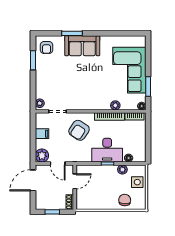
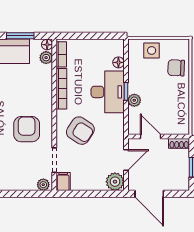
armchair: (80, 91) -> (27, 129), added
plant: (115, 105) -> (46, 58), moved
filing cabinet: (42, 134) -> (63, 182), moved
plant: (122, 170) -> (134, 100), moved

